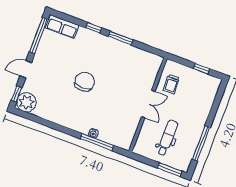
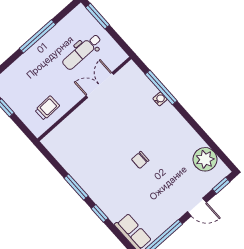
chair: (85, 82) -> (140, 160), width x0.54, depth x0.54
plant: (26, 102) -> (205, 159), moved
double door: (148, 104) -> (100, 85), moved
window: (201, 143) -> (38, 36), moved

